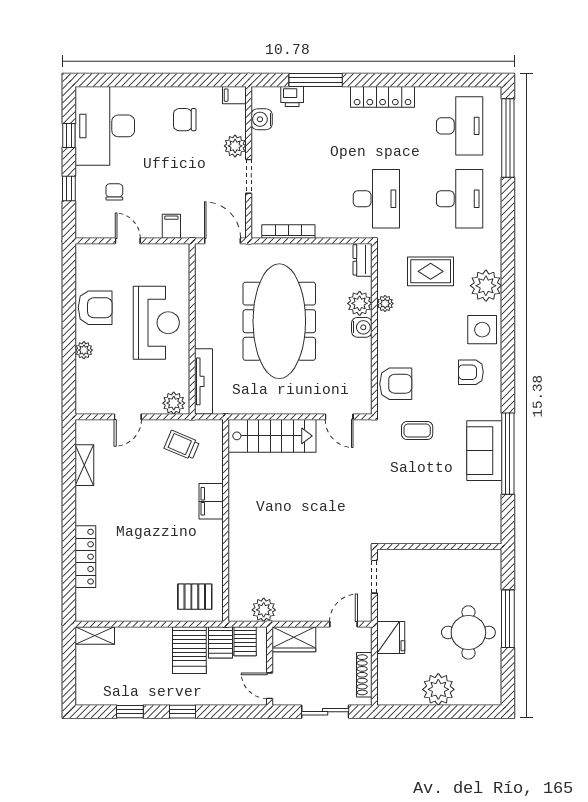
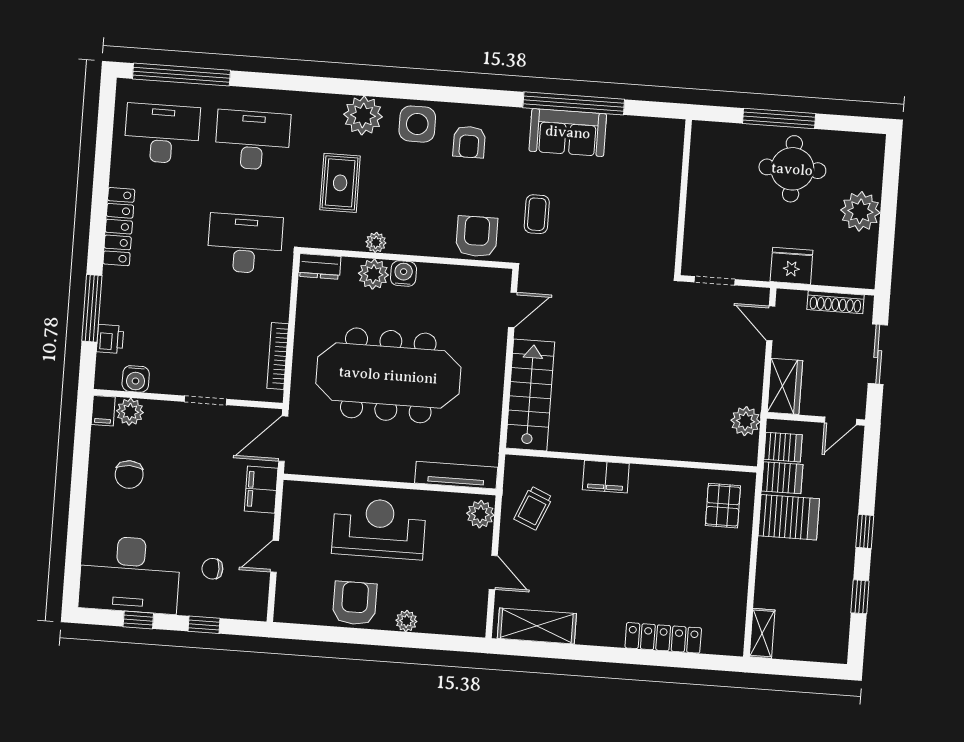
plant: (235, 146) -> (130, 412), moved
filing cabinet: (171, 226) -> (261, 490), width x2.00
shelving: (84, 465) -> (537, 626), width x1.50, depth x1.33

